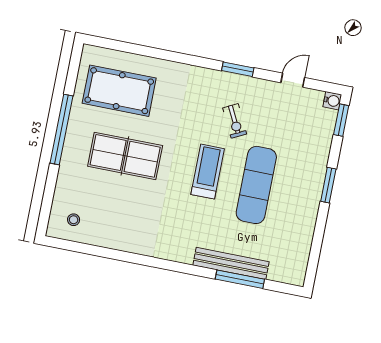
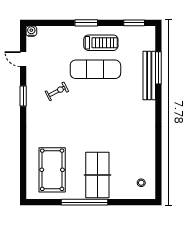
window: (341, 120) -> (134, 23), moved
table tennis table: (125, 156) -> (97, 175), moved
treadmill: (208, 172) -> (101, 43), moved, turned 180

